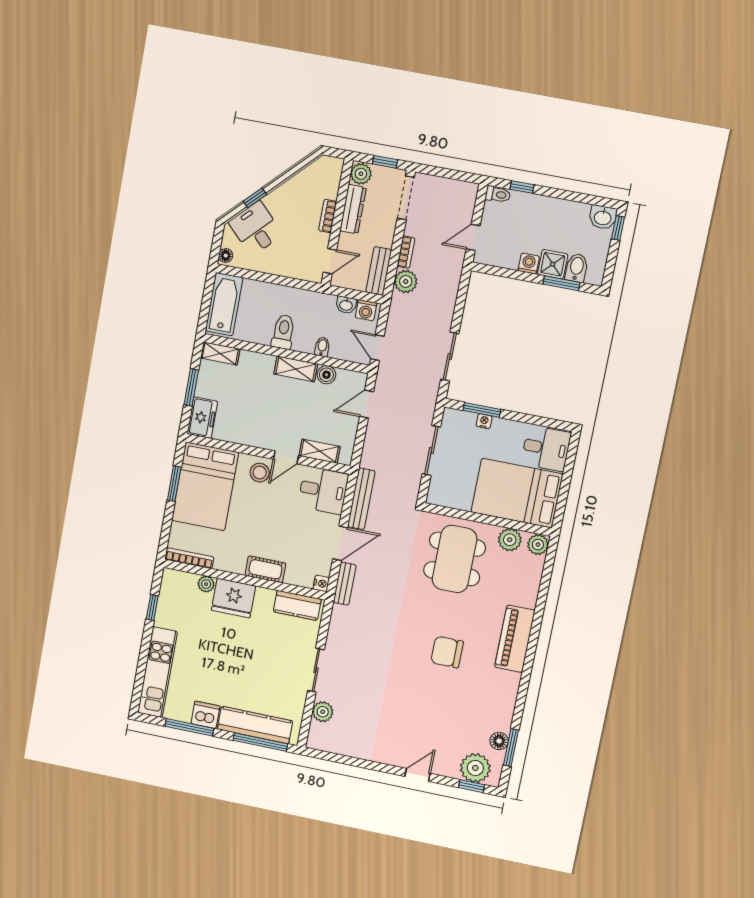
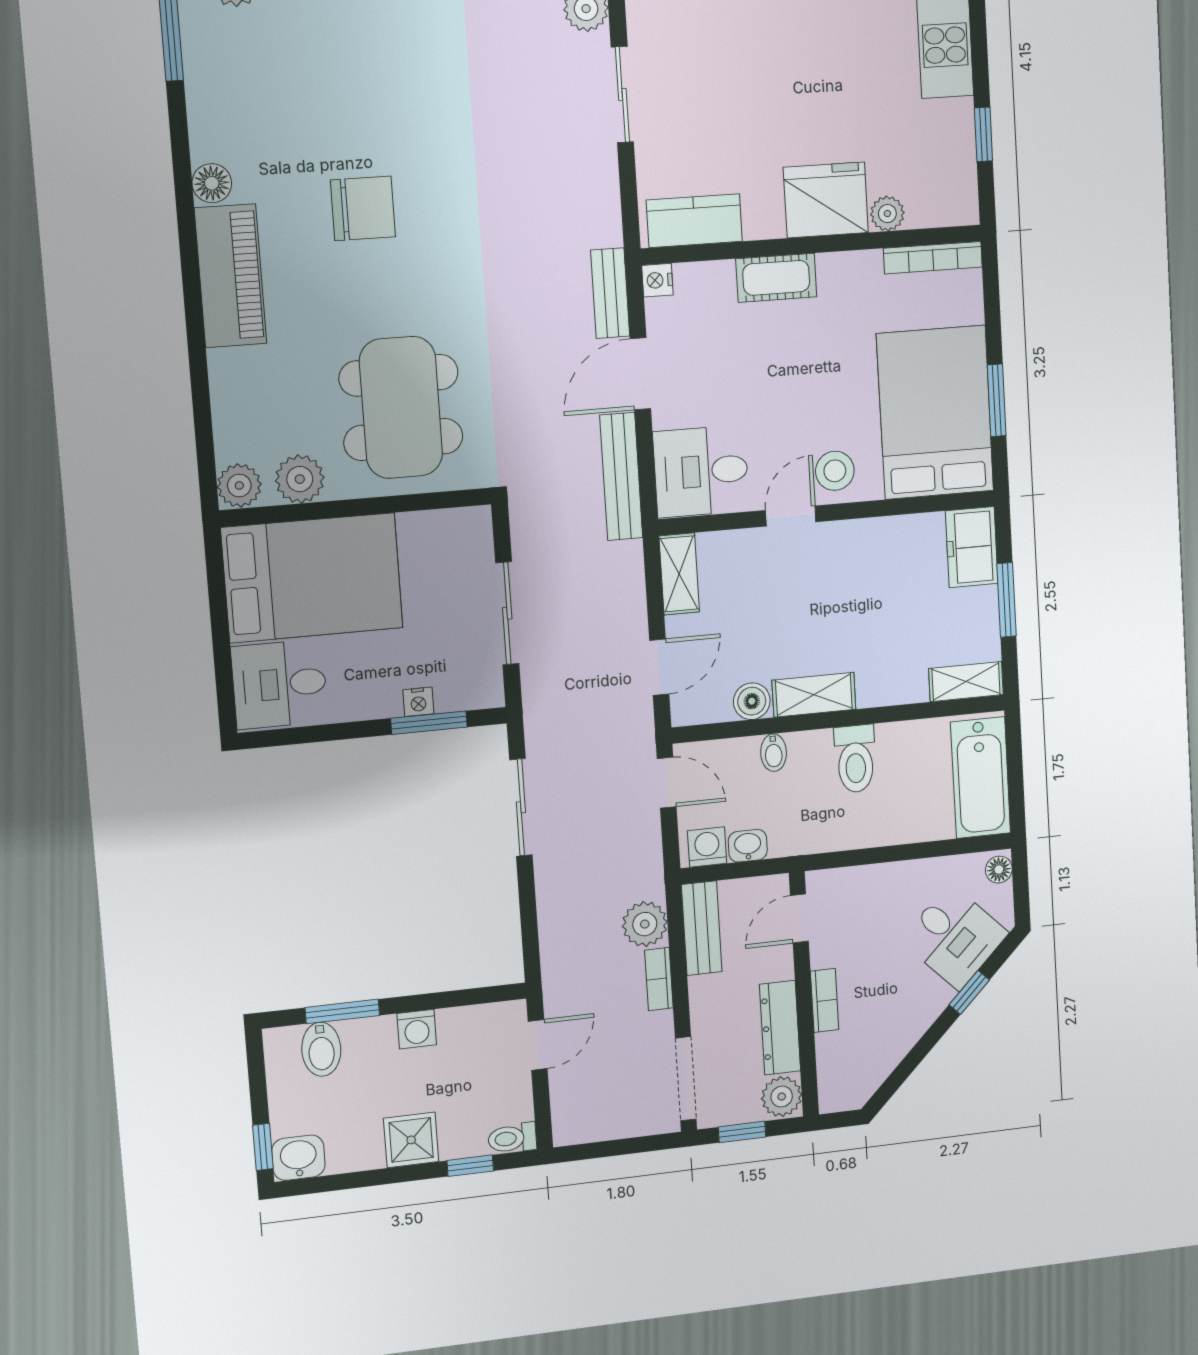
shower: (553, 264) -> (411, 1140), moved
shelving: (320, 451) -> (679, 574), moved, turned 90
floor lamp: (499, 741) -> (212, 183), moved

